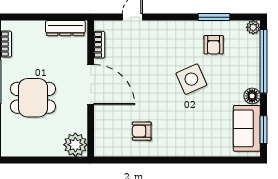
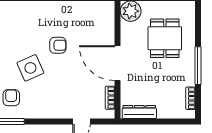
dining table: (33, 98) -> (165, 38), moved, turned 90
armchair: (142, 131) -> (58, 45), moved

